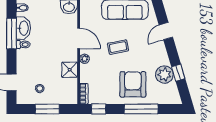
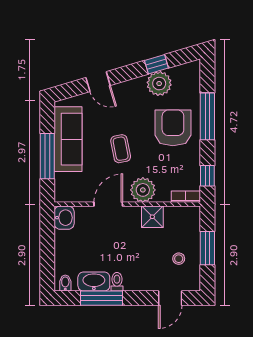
plant: (85, 59) -> (143, 190), width x1.87, depth x1.87
armchair: (133, 84) -> (173, 128), turned 90

